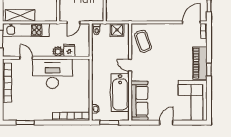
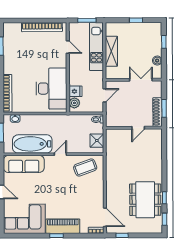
shelving: (20, 15) -> (111, 51), moved
door: (73, 22) -> (104, 95), swing flipped
plant: (58, 52) -> (74, 103), moved
door: (26, 58) -> (68, 47), hinge flipped
desk: (52, 74) -> (51, 88), moved

